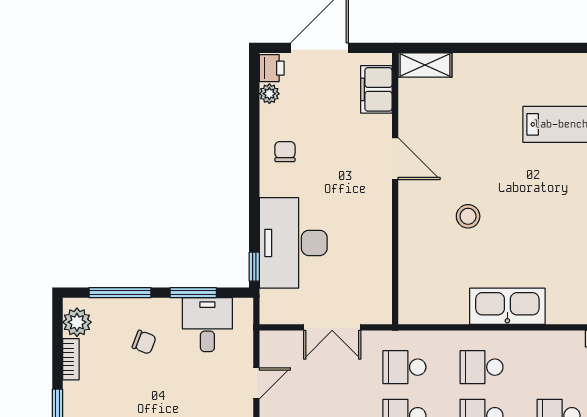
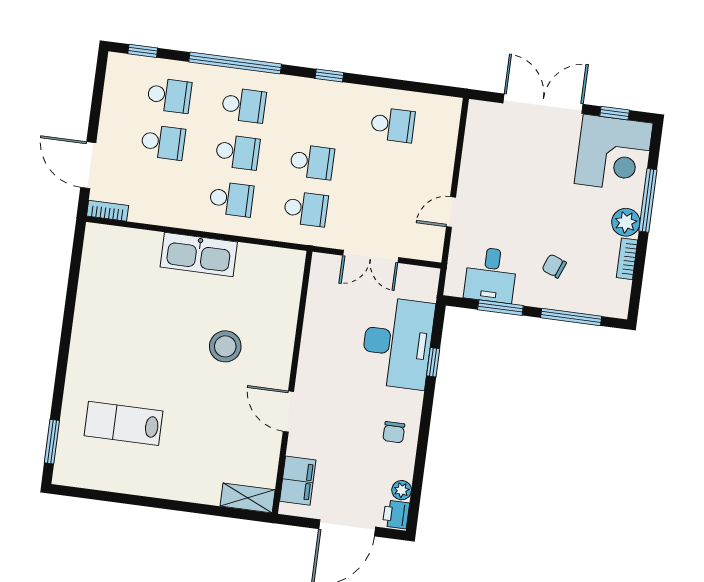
stool: (468, 216) -> (225, 346), width x1.38, depth x1.38
window: (254, 267) -> (433, 362), moved
plant: (77, 322) -> (626, 222), moved
double door: (332, 327) -> (371, 256), swing flipped

